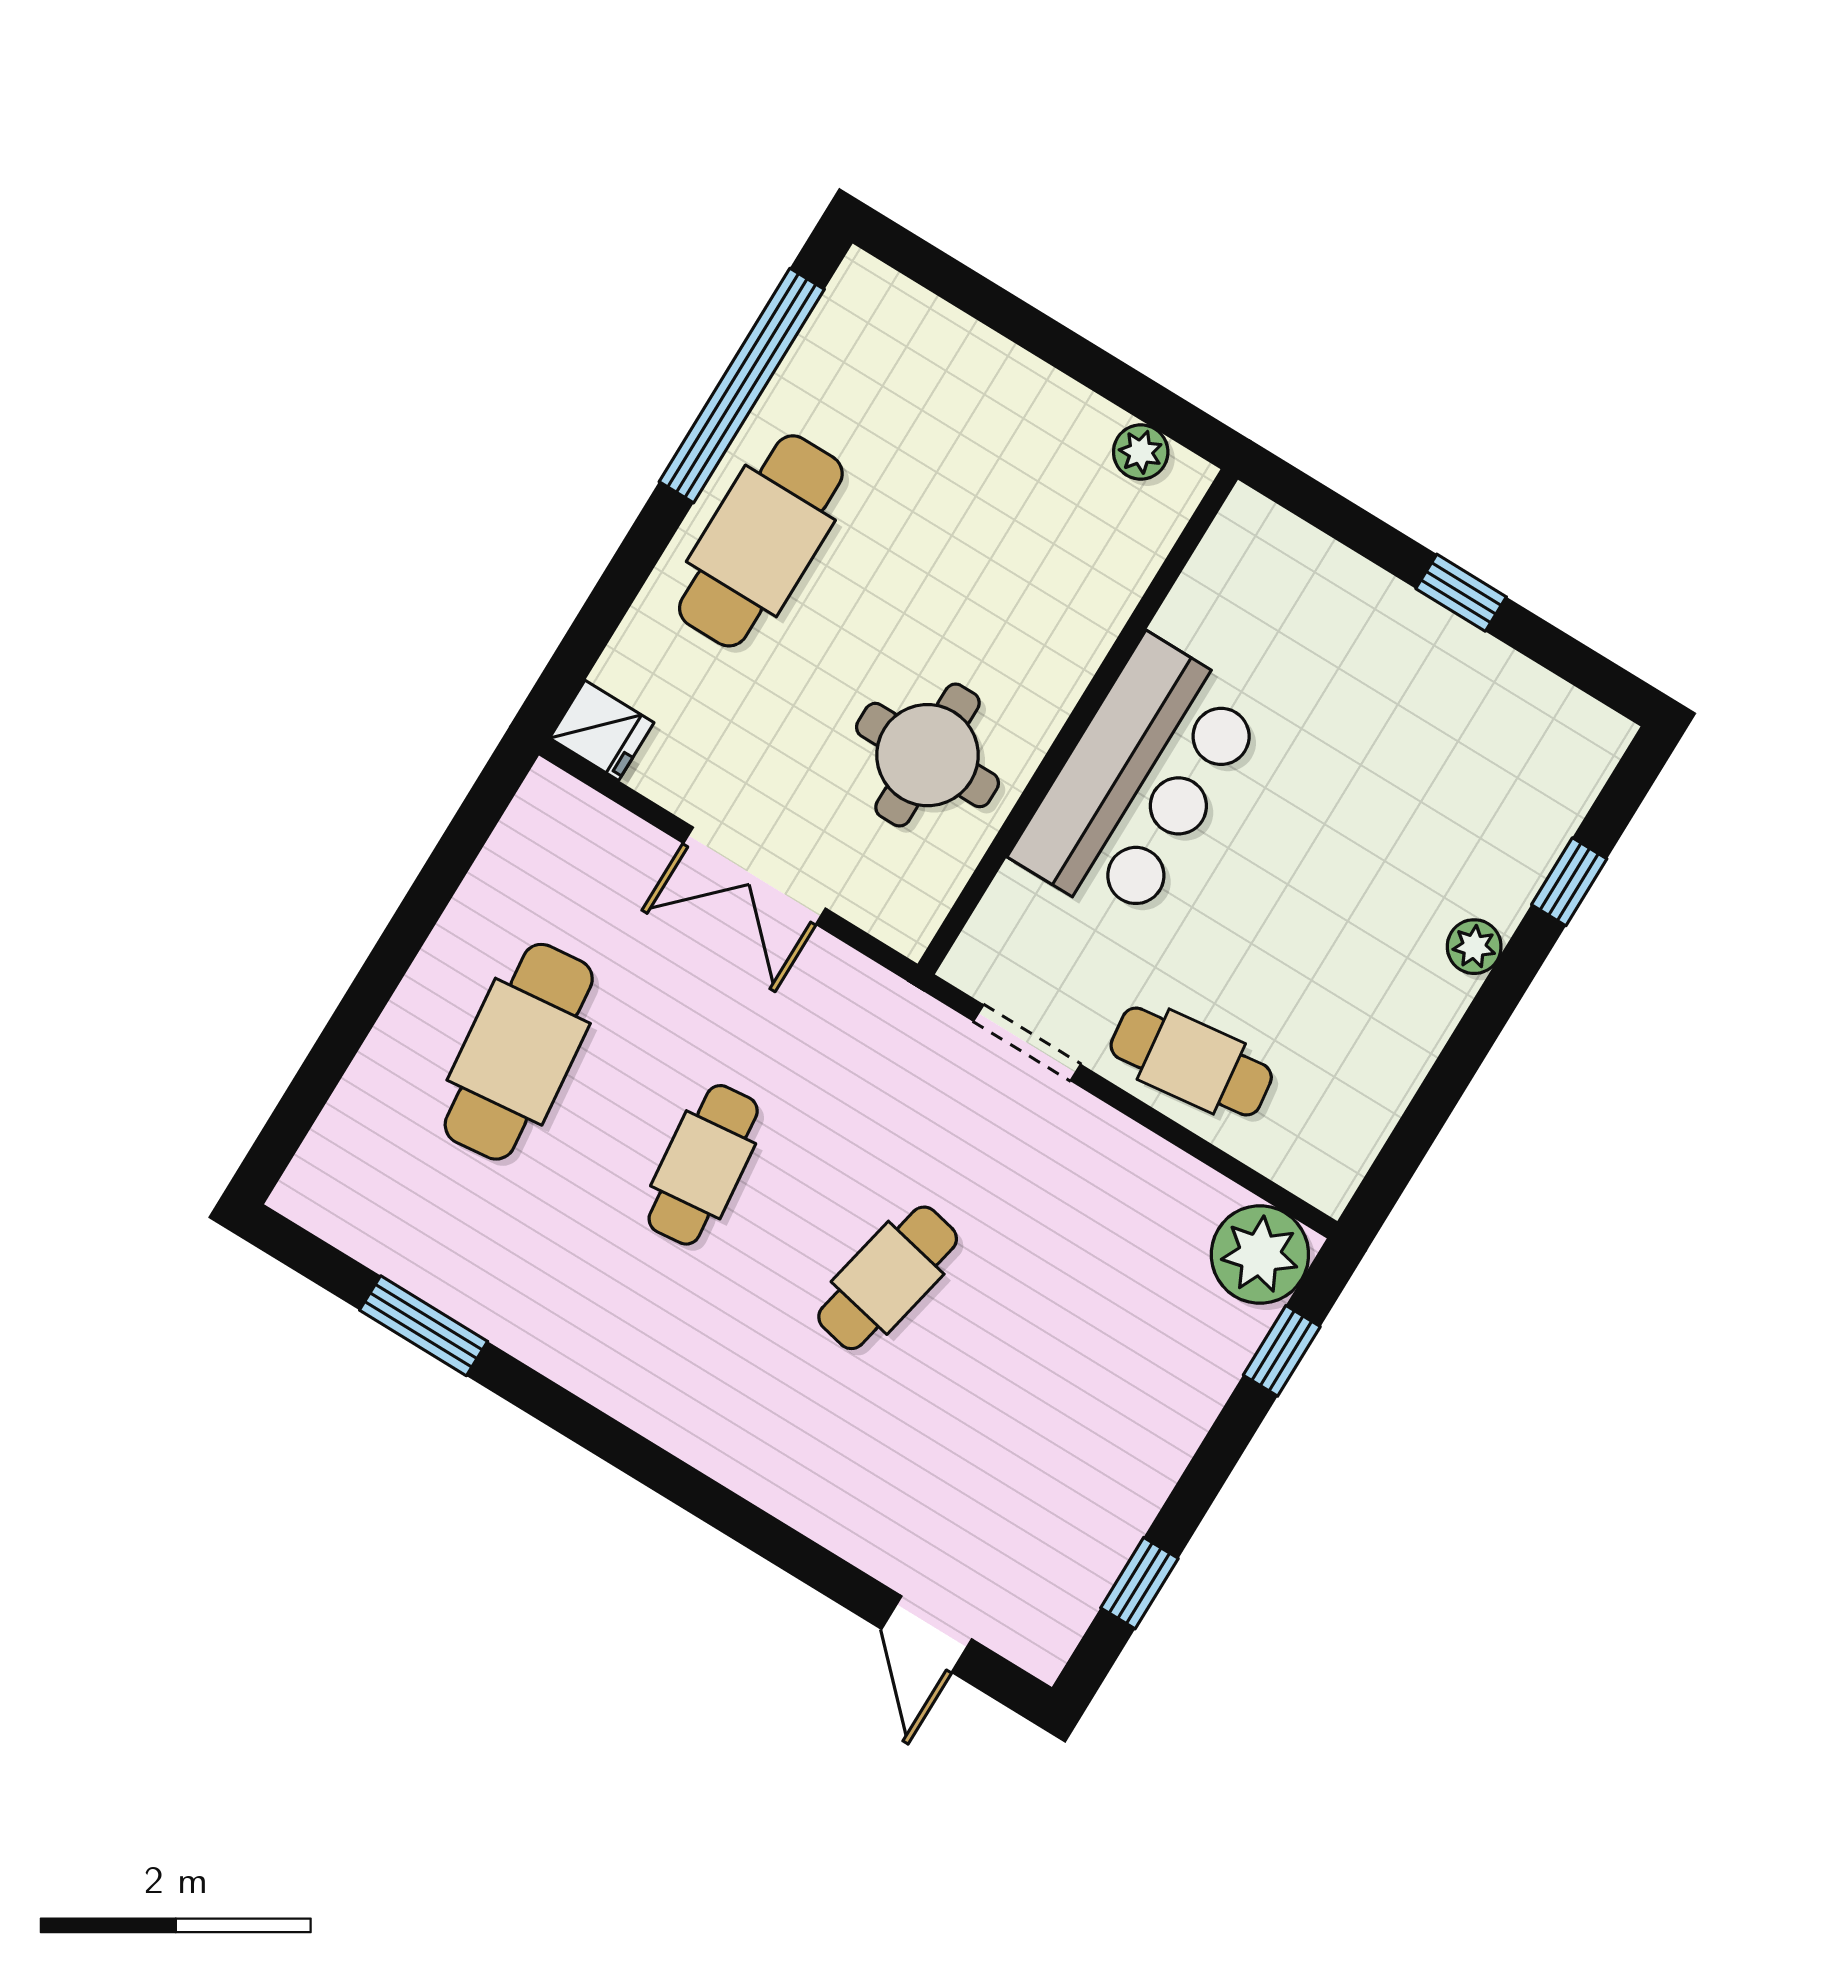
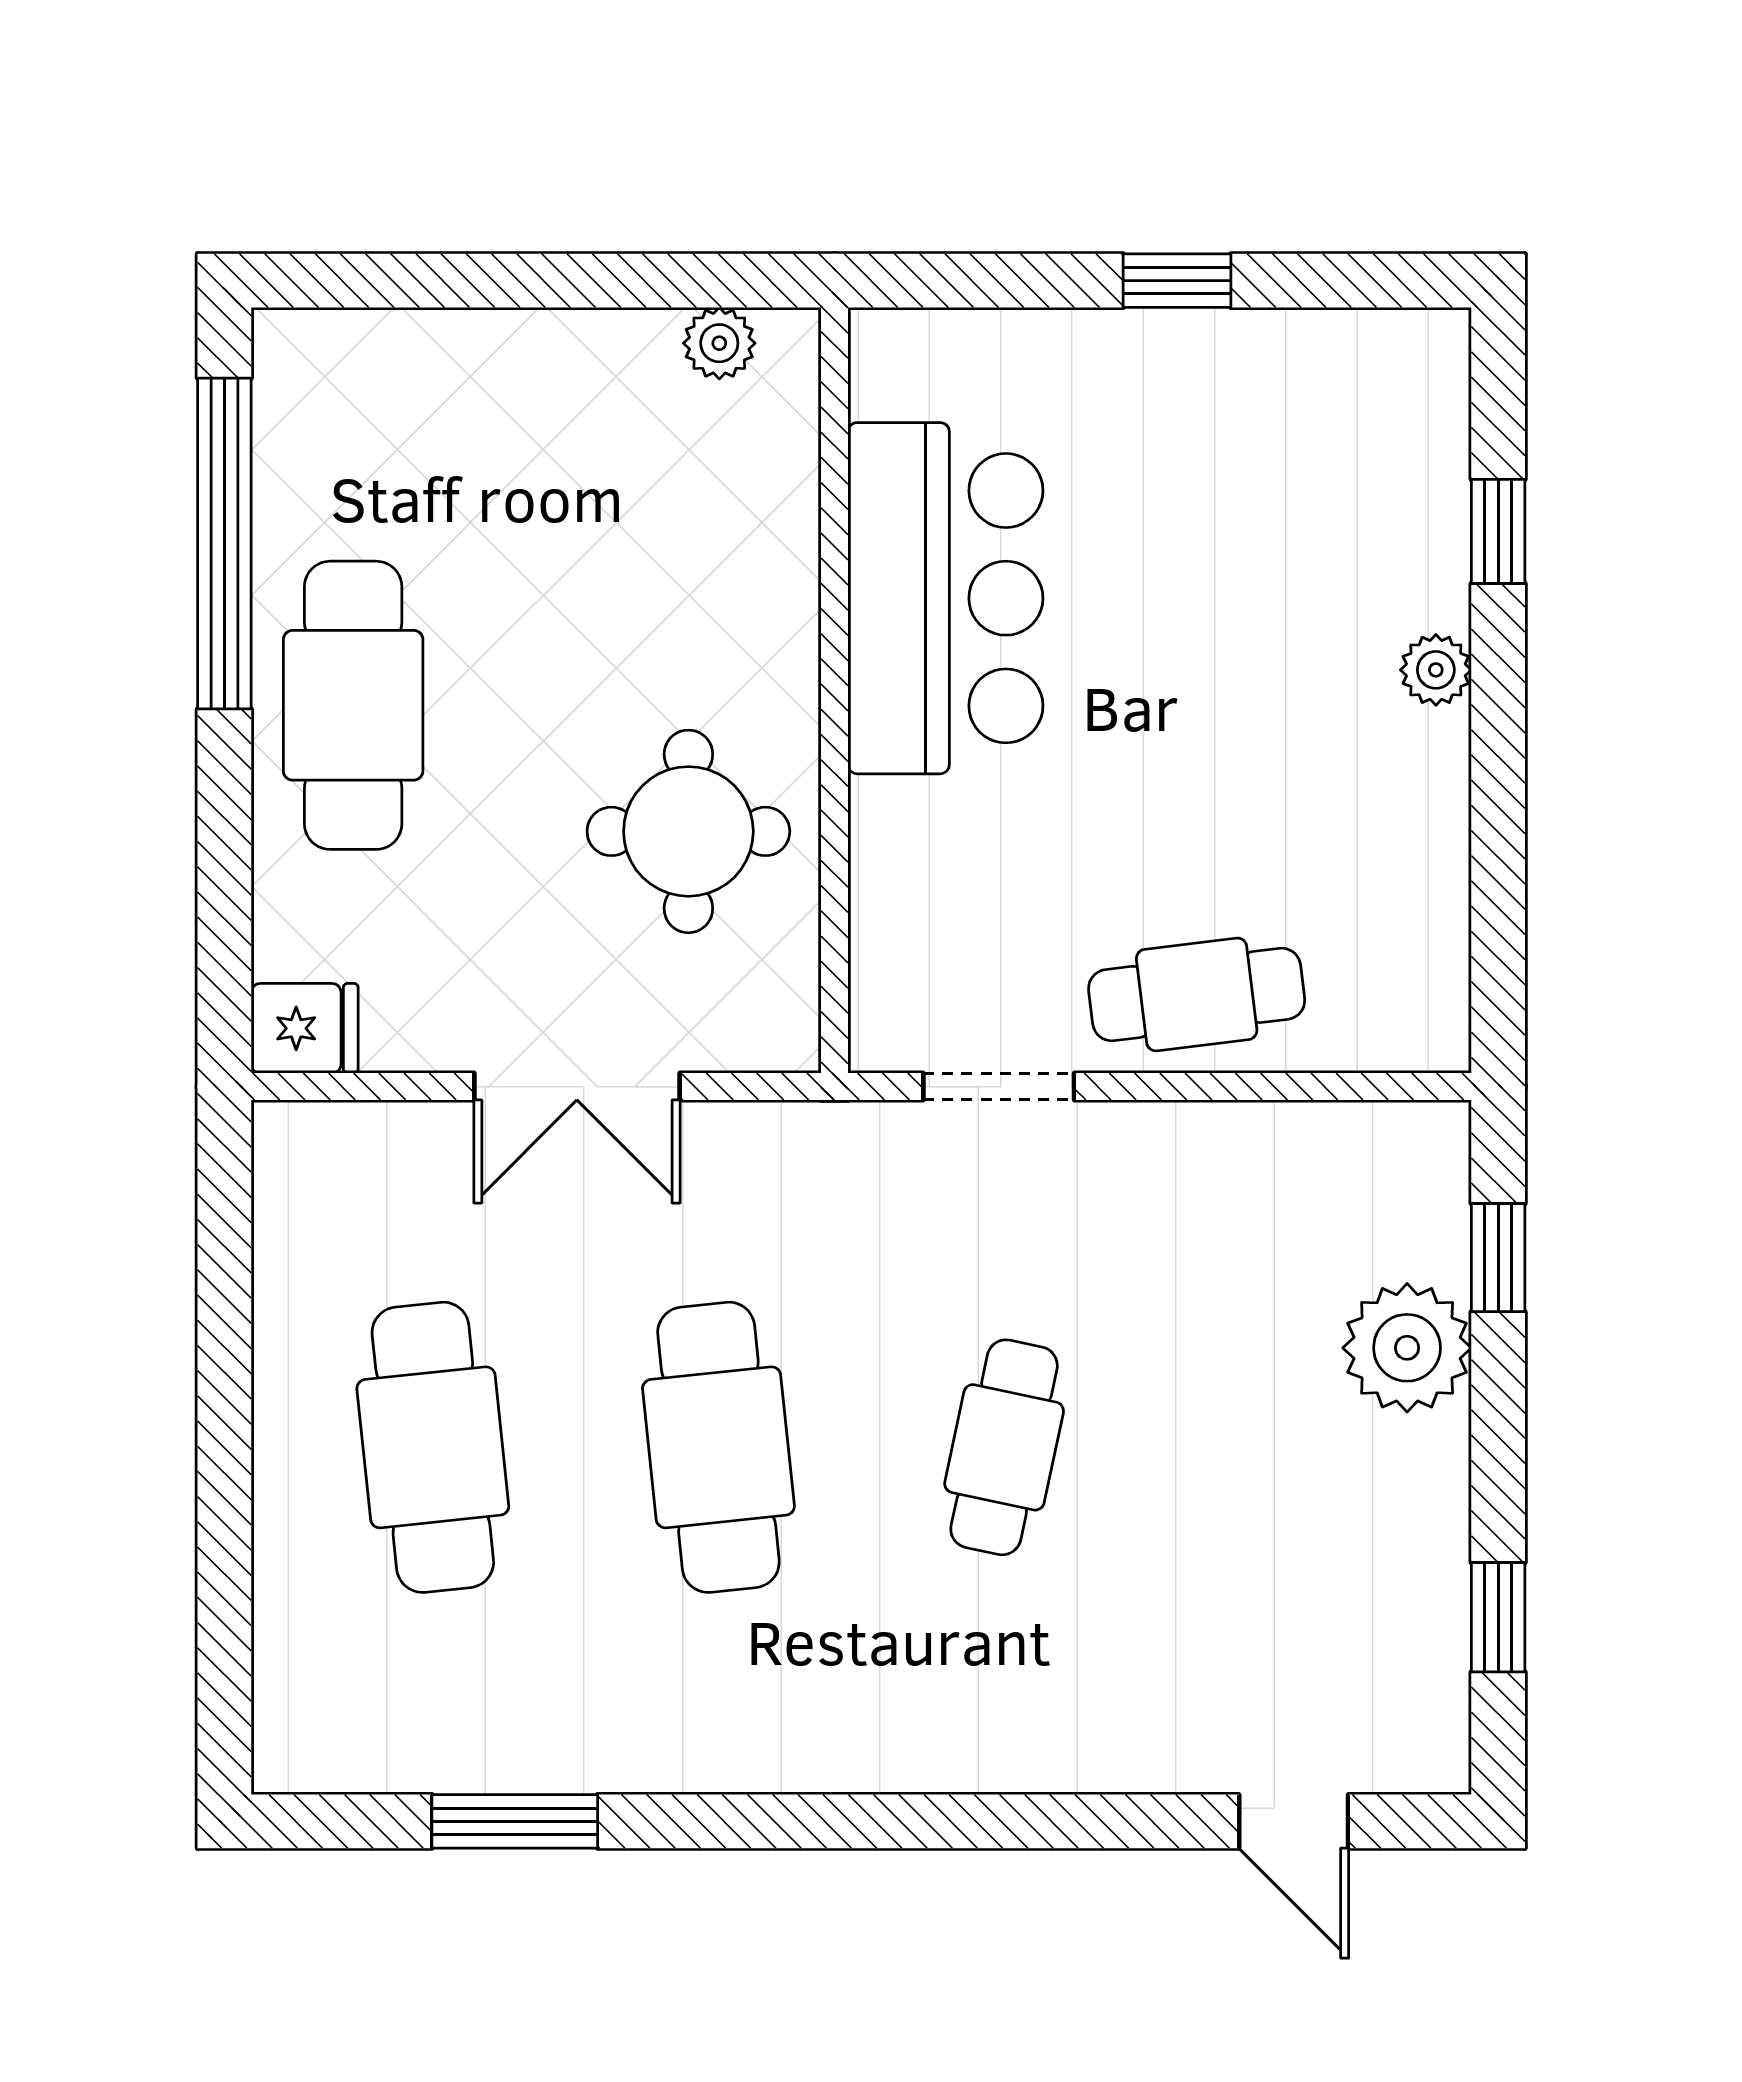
bar counter: (1139, 782) -> (945, 598), moved
cafe table: (703, 1165) -> (718, 1447), width x1.37, depth x1.35
plant: (1260, 1255) -> (1407, 1348), moved

